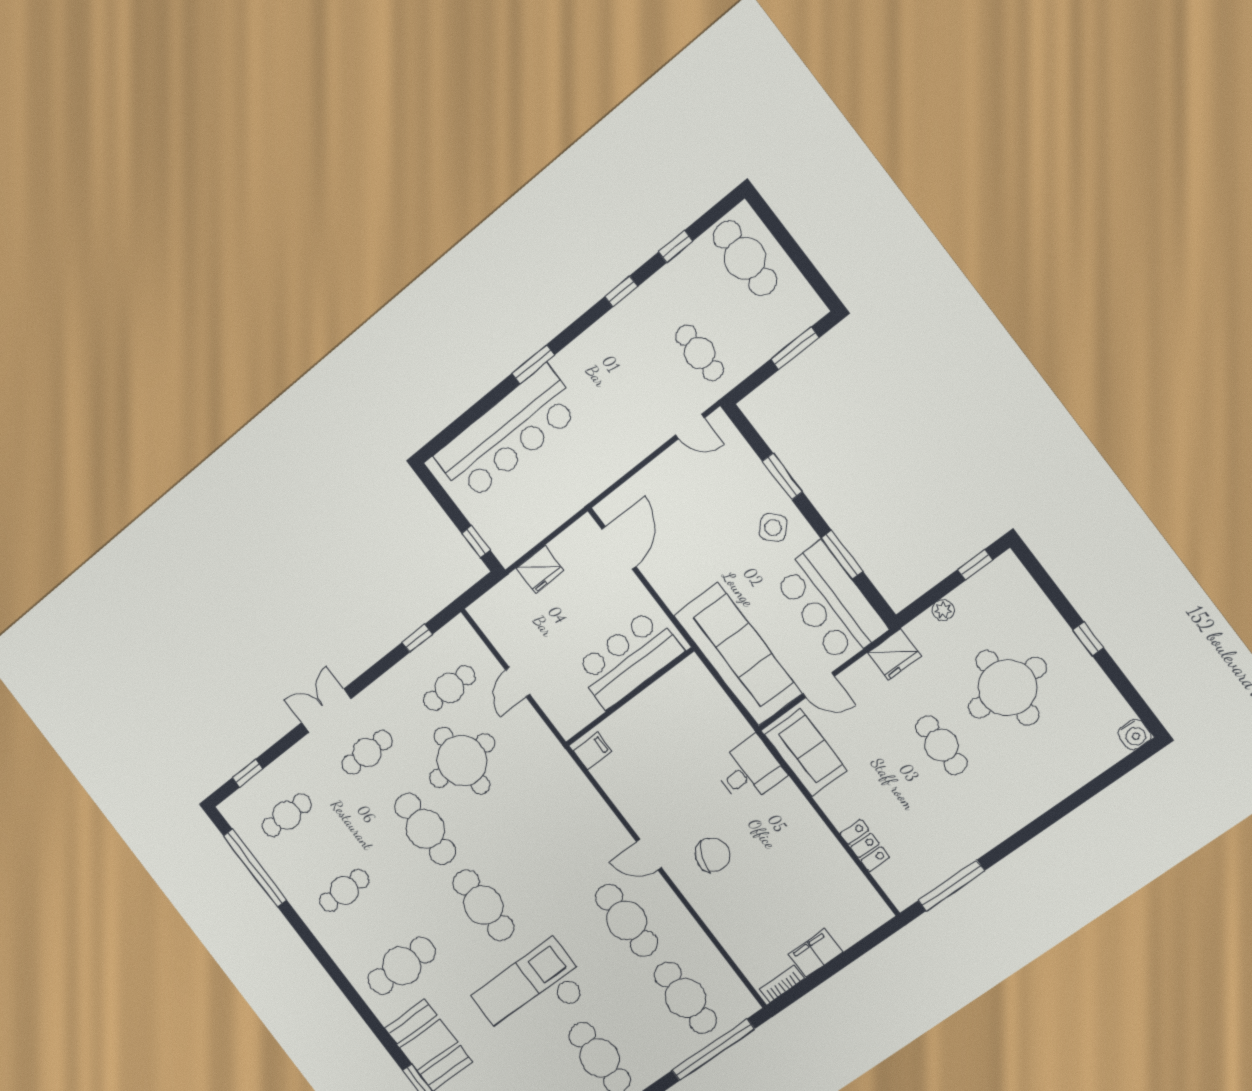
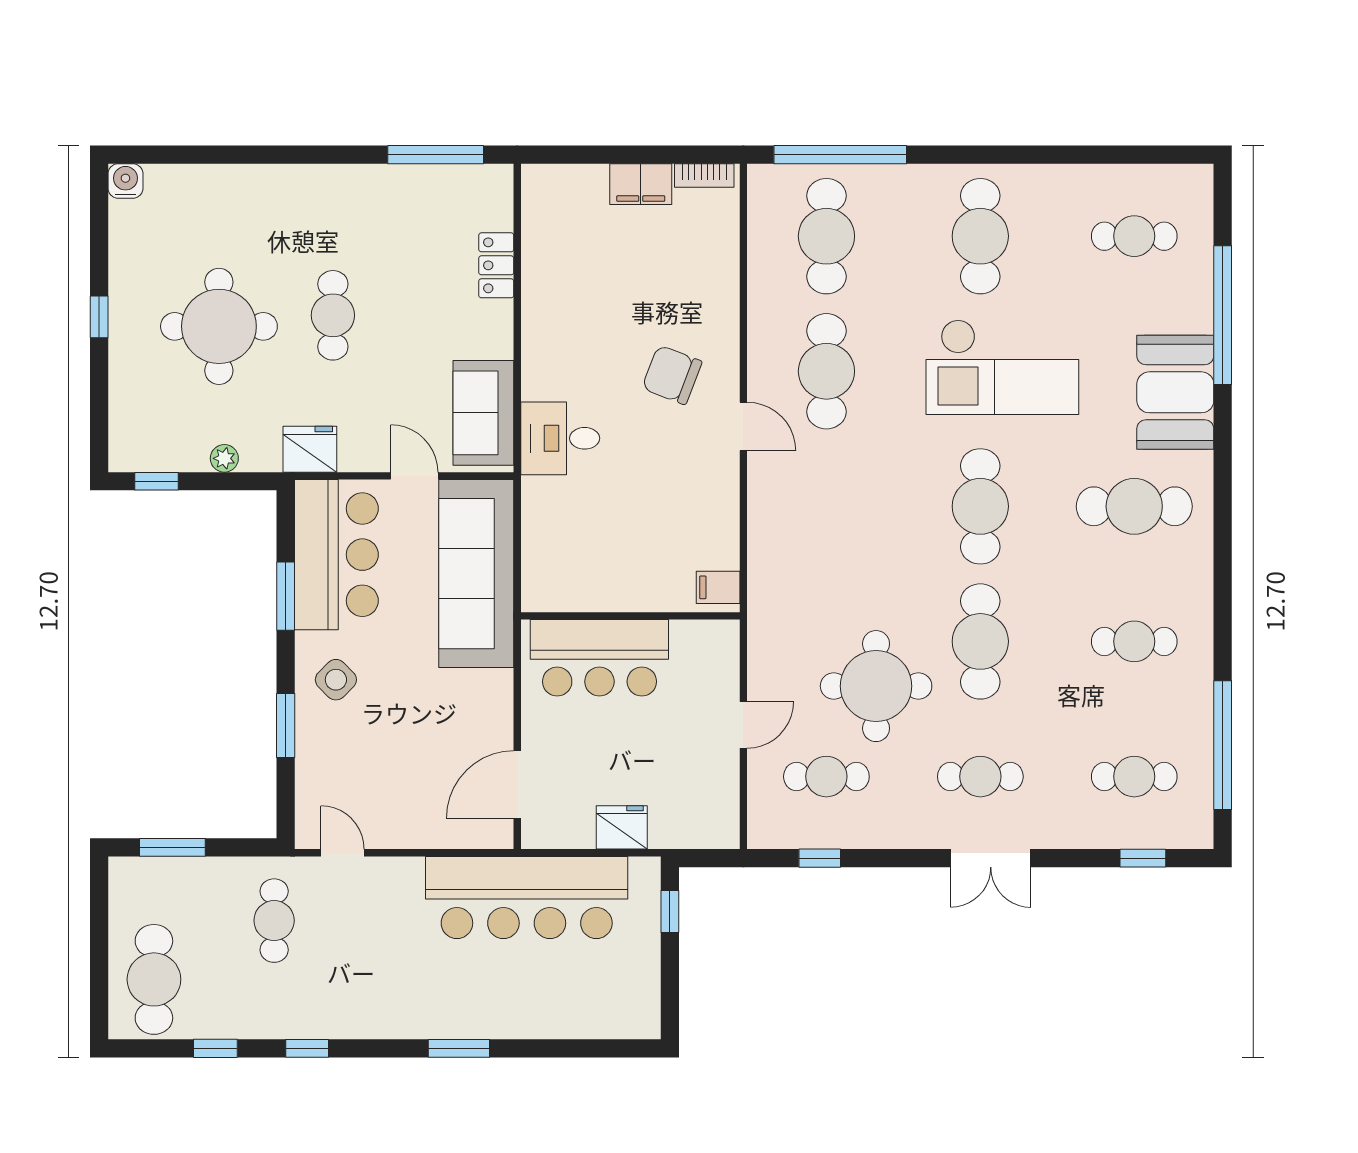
bar counter: (508, 434) -> (527, 898), moved, turned 180

